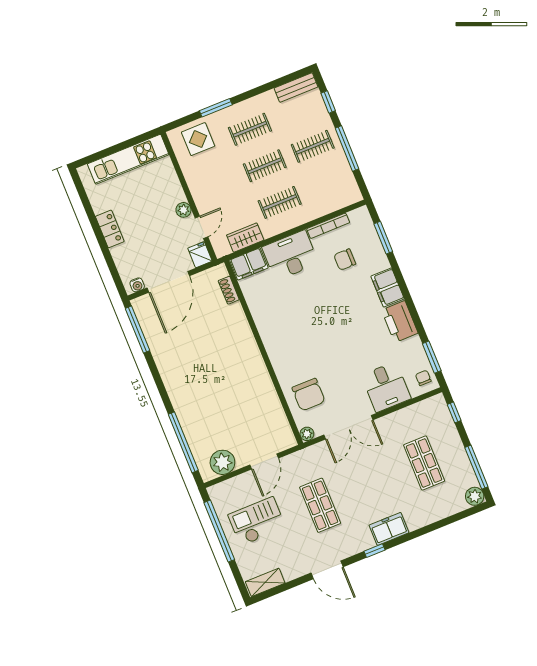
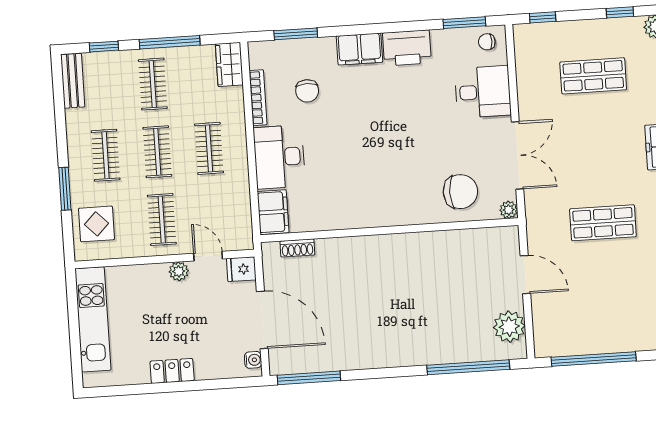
clothes rail: (217, 185) -> (162, 220), added
wardrobe: (245, 238) -> (229, 64), moved
window: (476, 467) -> (620, 12), width x0.46
checkout: (257, 521) -> (597, 308), removed

